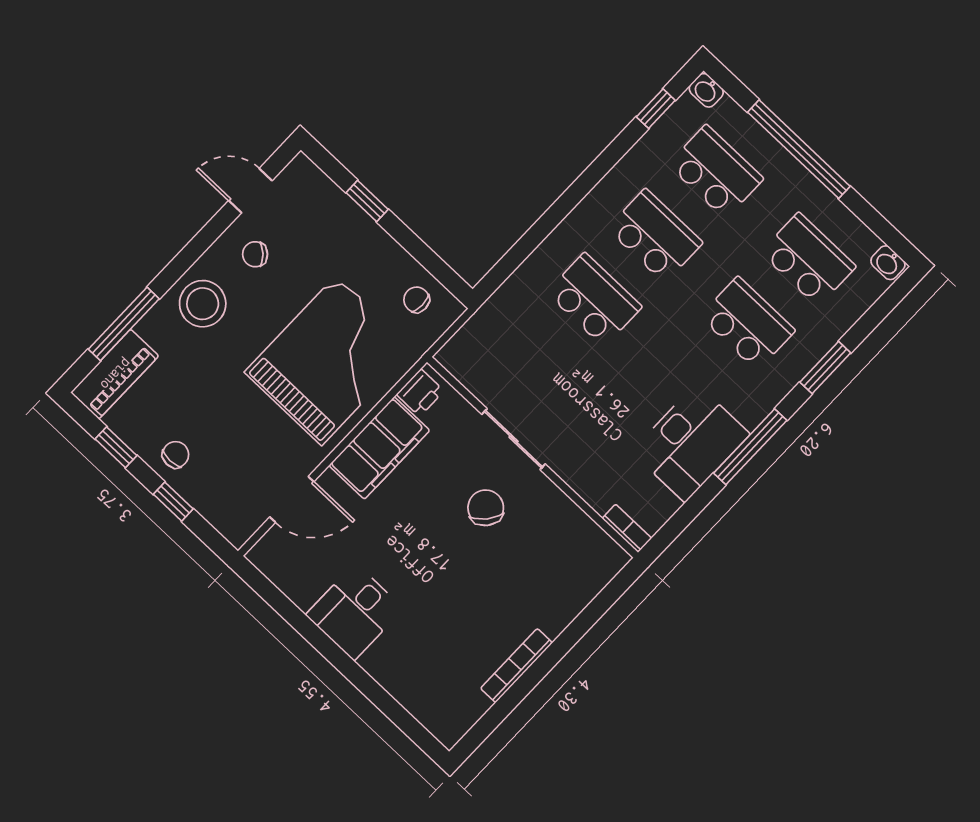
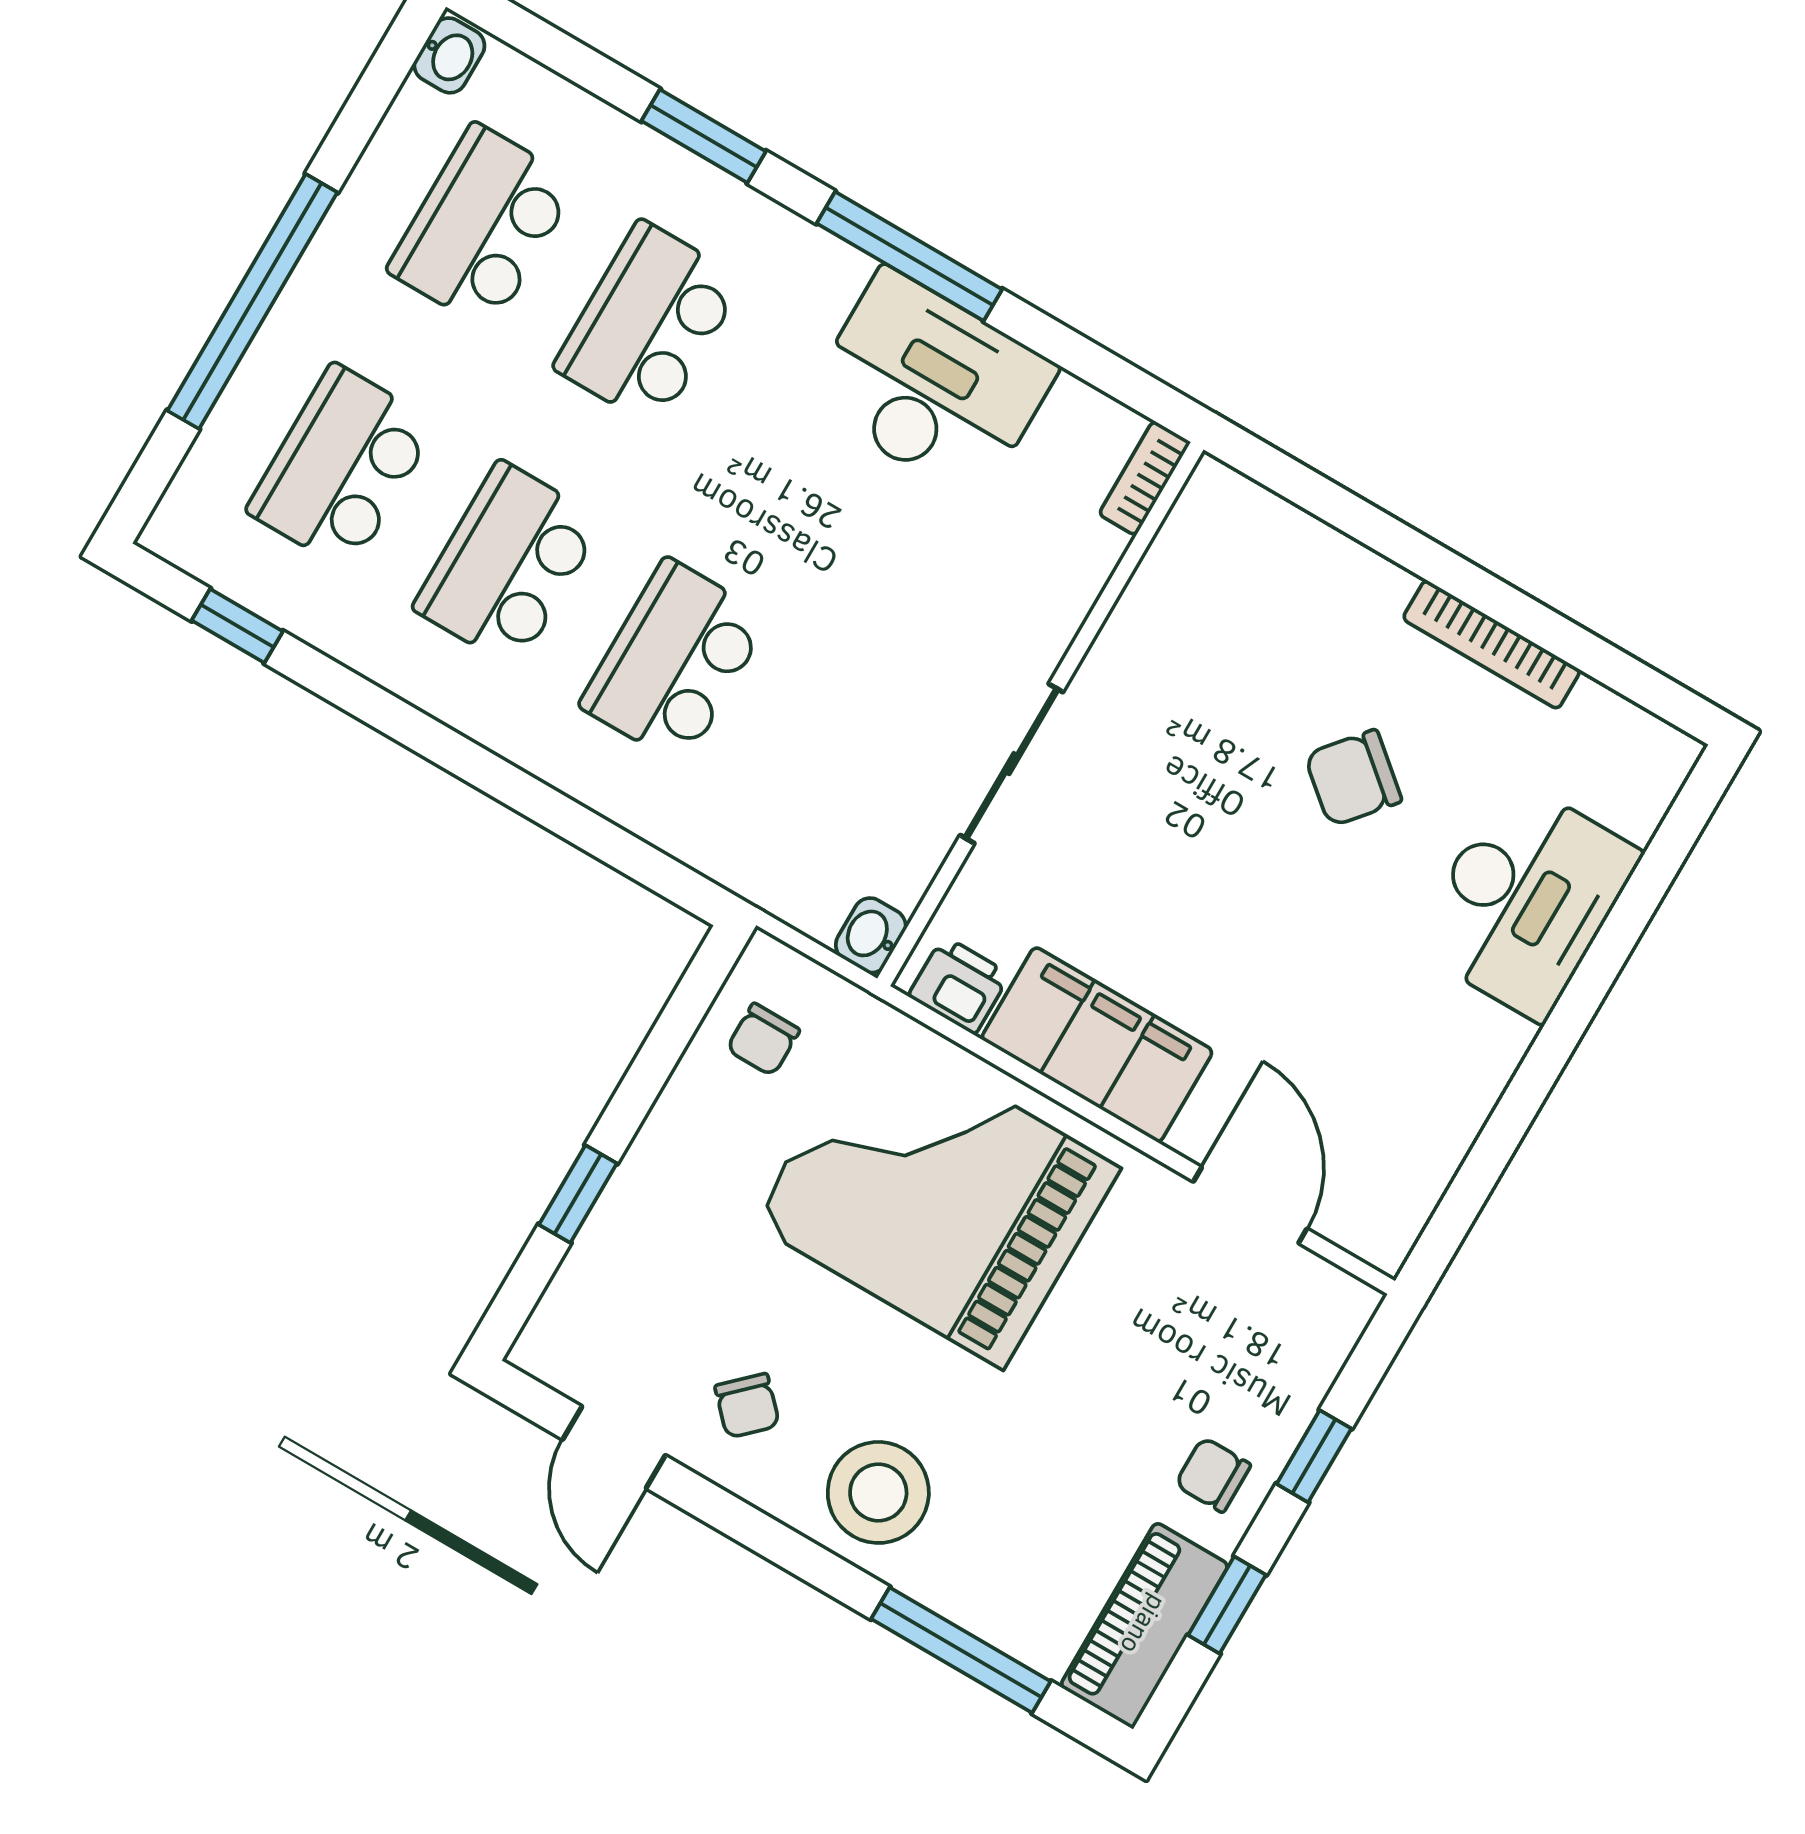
washbasin: (706, 90) -> (871, 935), moved, turned 180
piano: (115, 374) -> (1144, 1625), moved, turned -90
chair: (486, 508) -> (1353, 778), moved
desk: (355, 612) -> (1526, 900), moved, width x1.37

